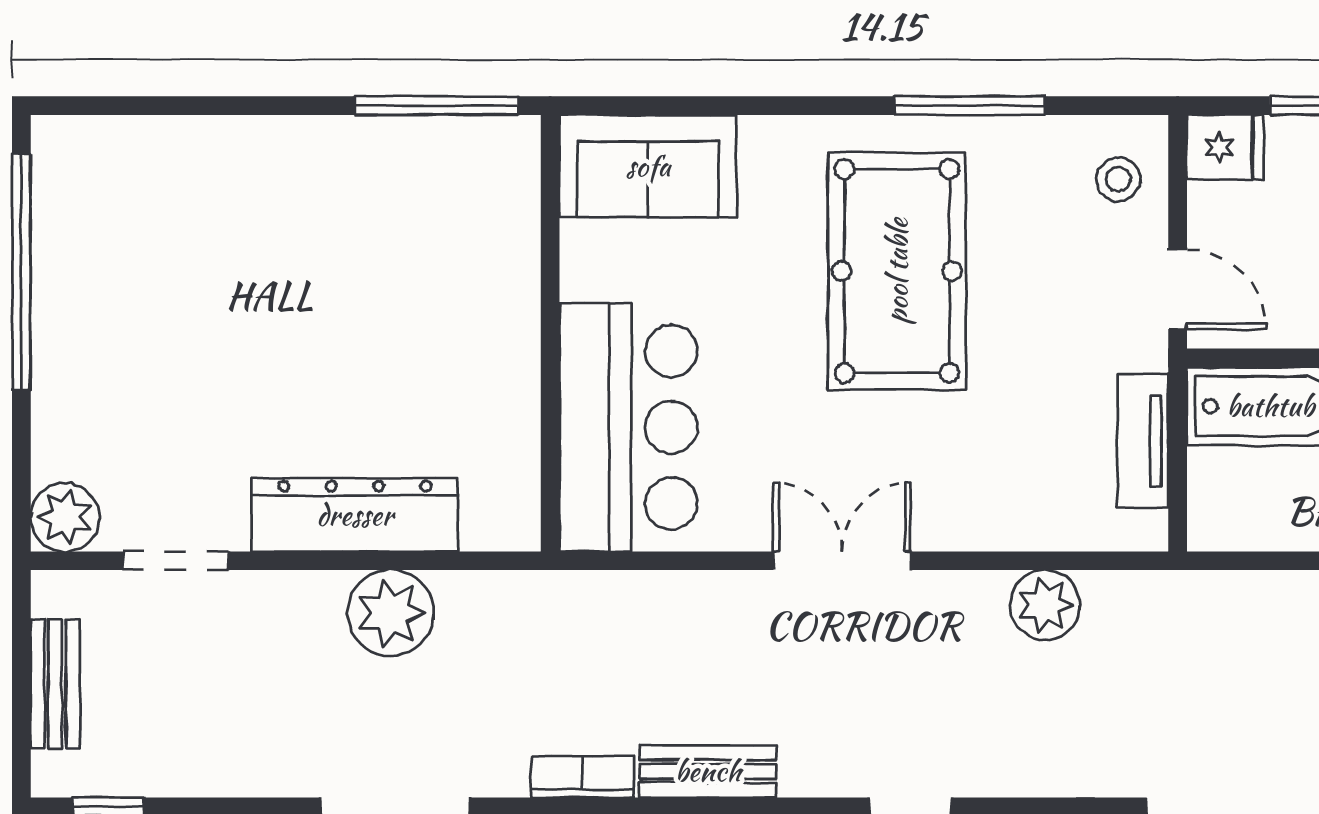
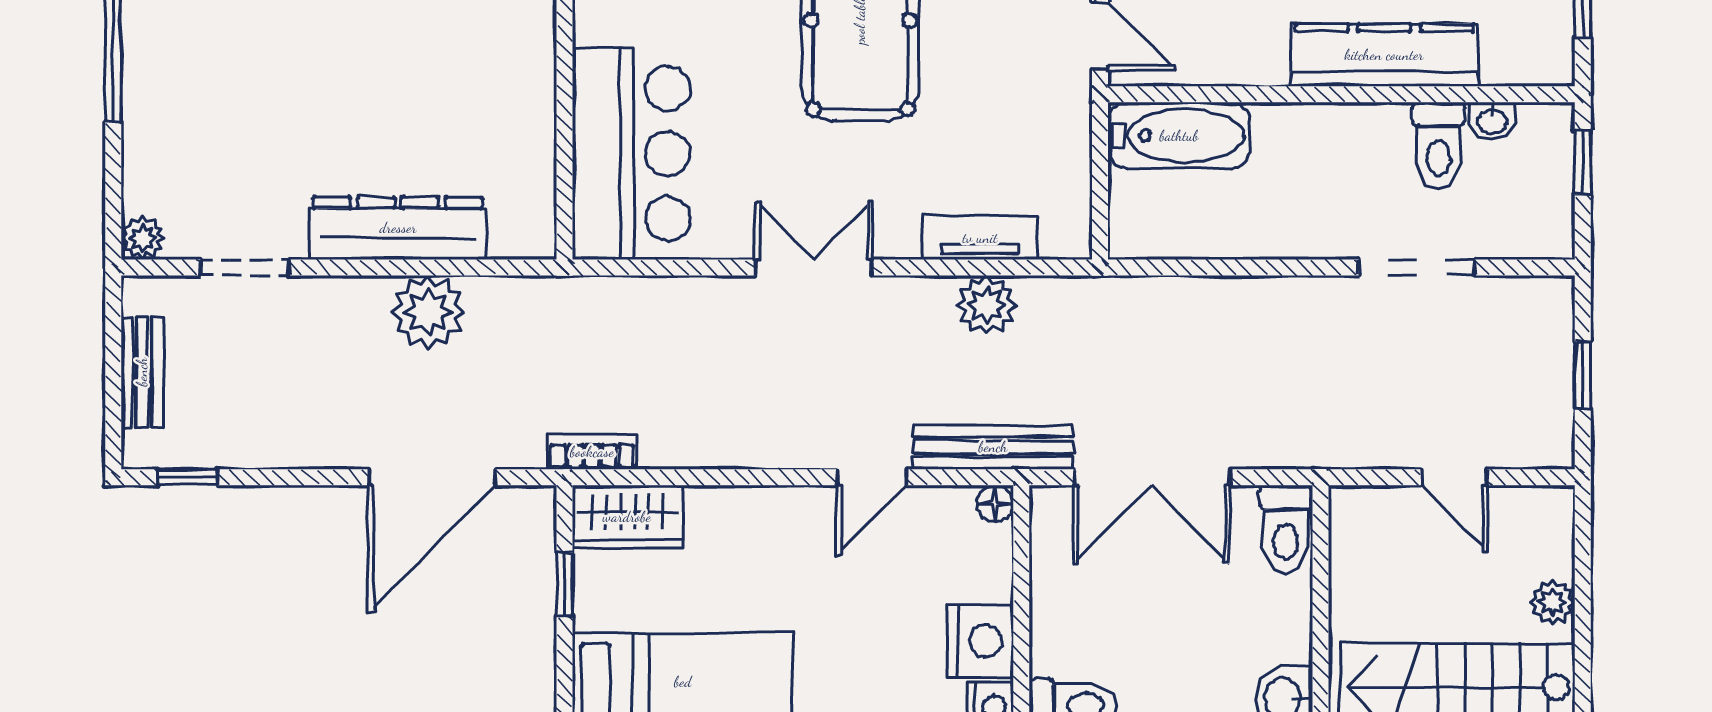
tv unit: (1143, 441) -> (980, 238), moved, turned 90
plant: (65, 517) -> (142, 238), width x0.73, depth x0.73
bench: (708, 771) -> (993, 447), moved, width x1.36

